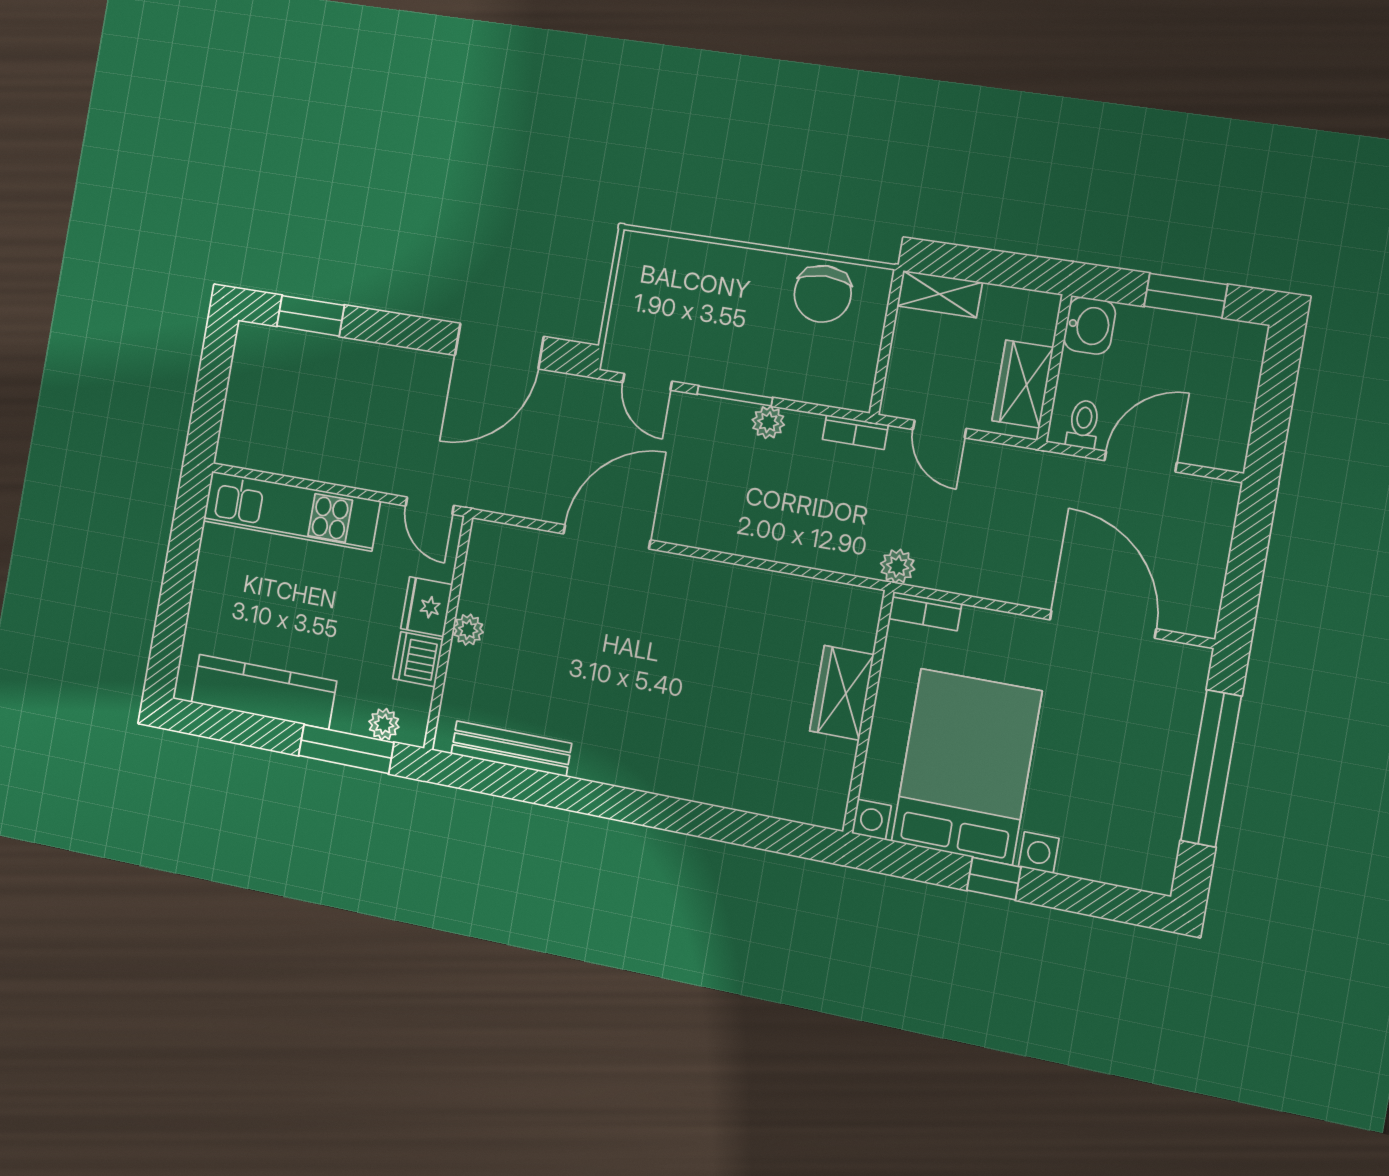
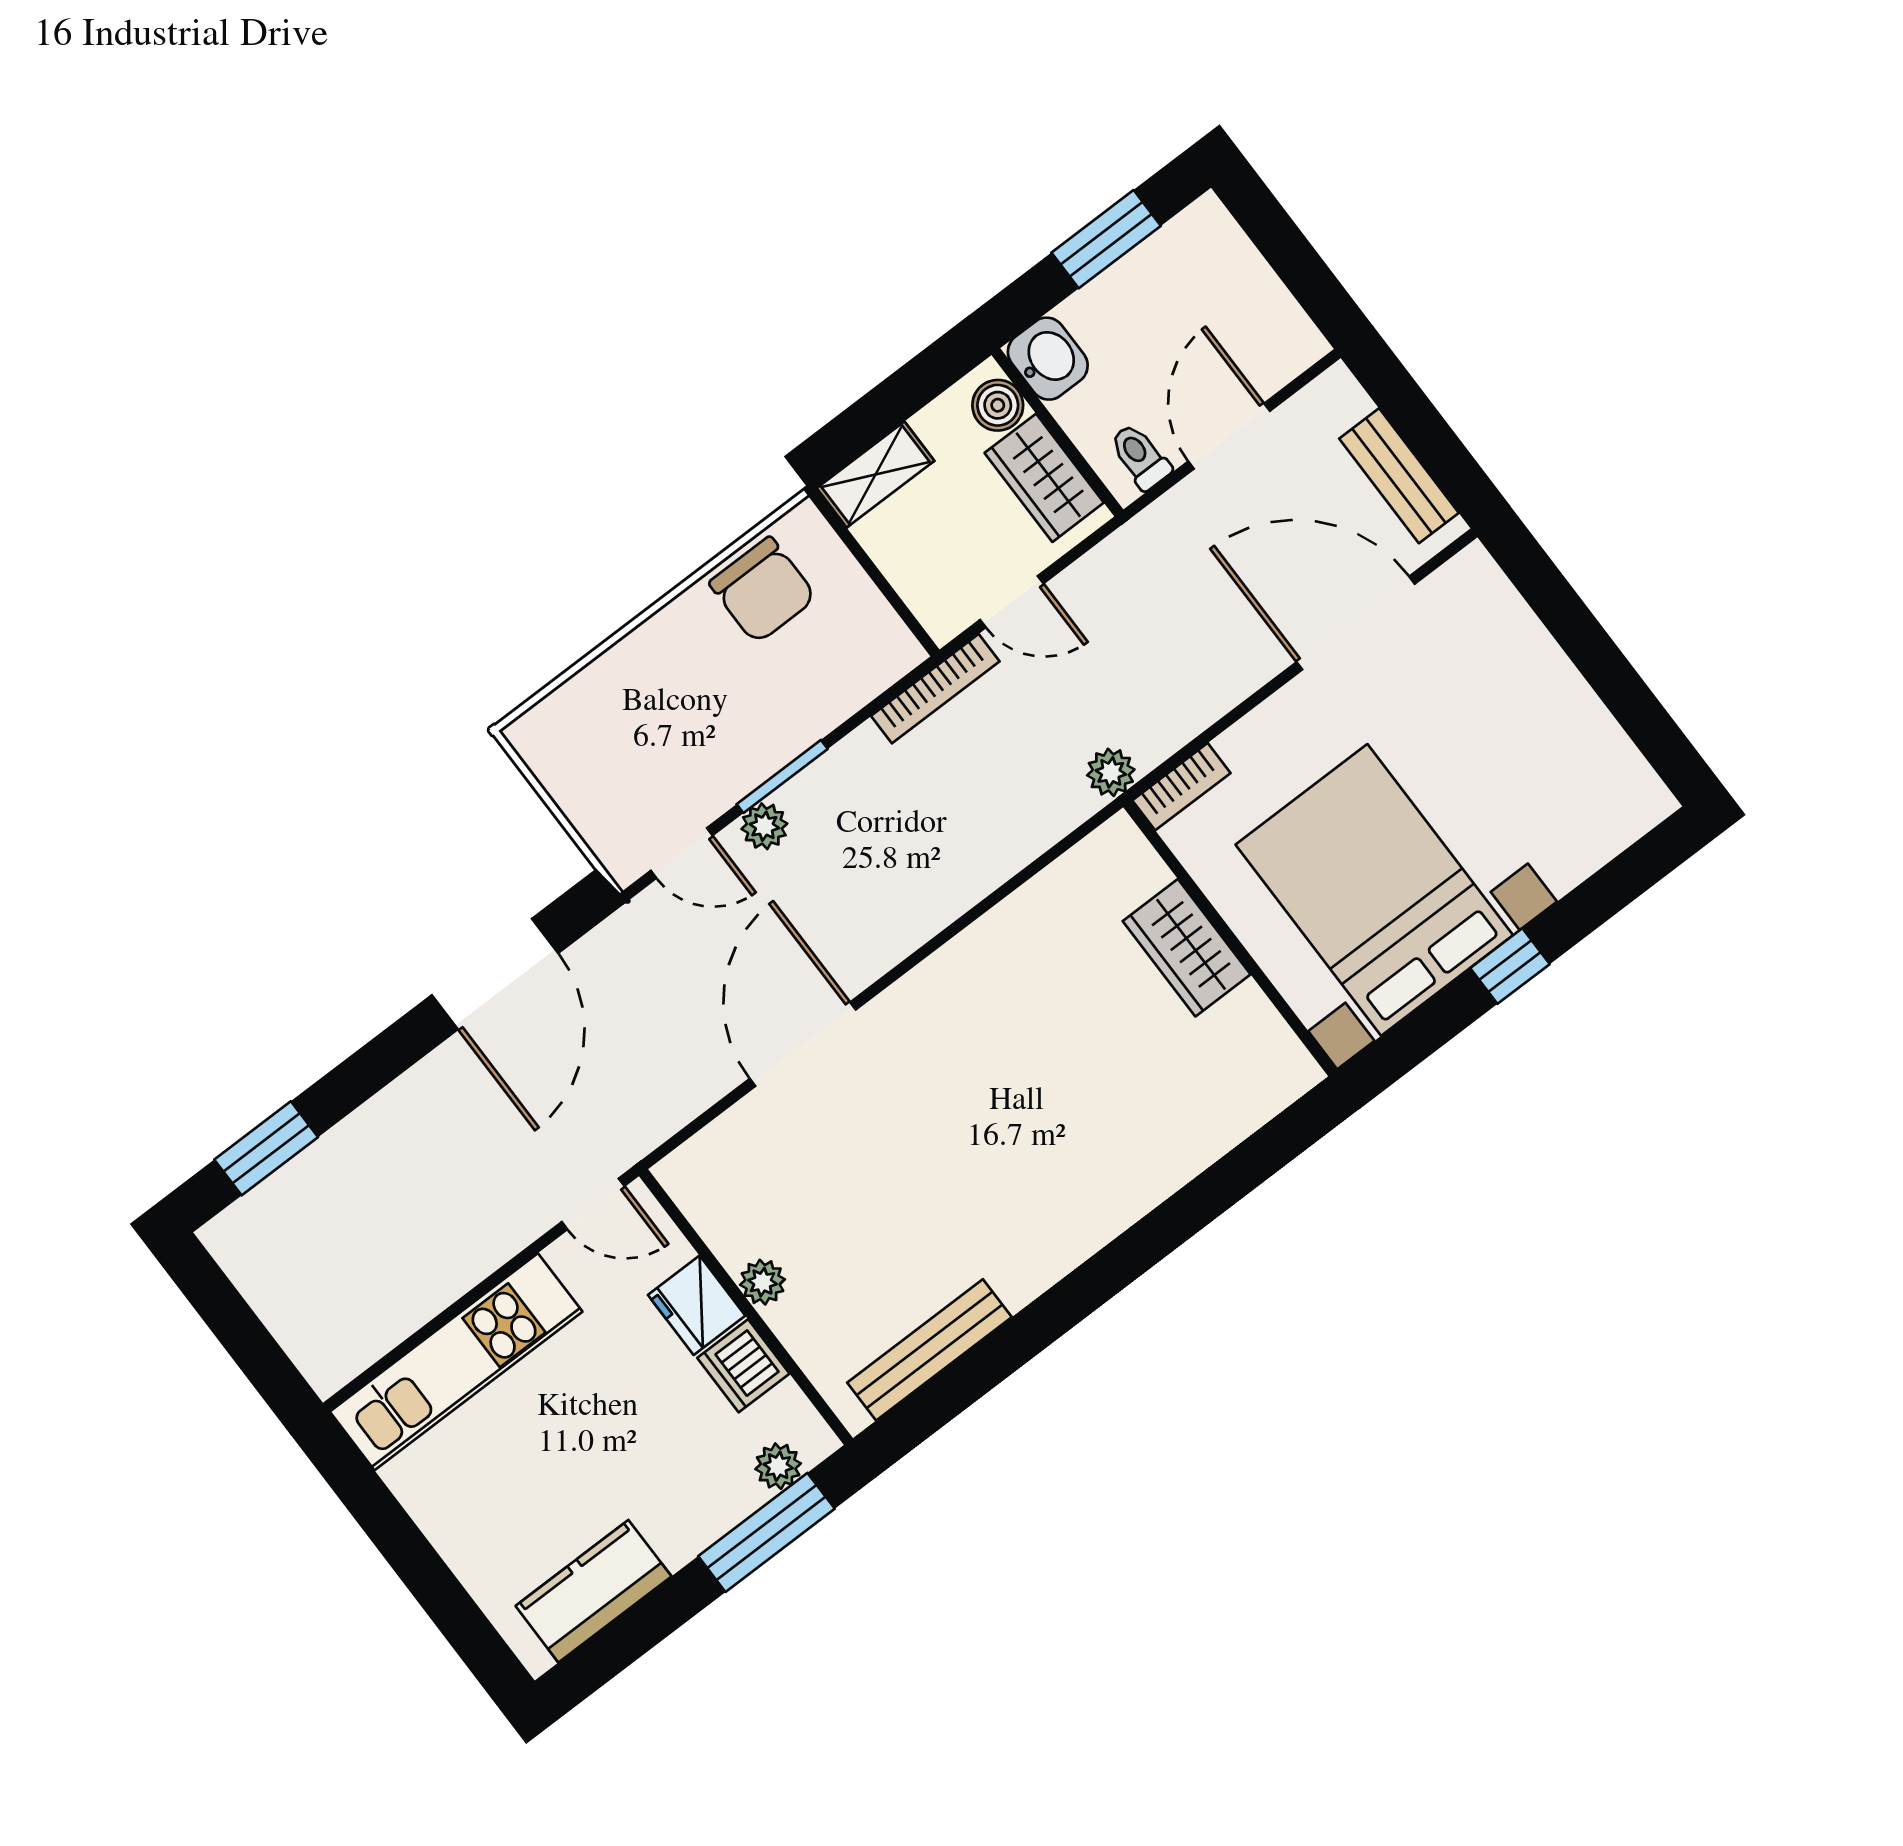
boiler: (1039, 323) -> (998, 405), added
plant: (768, 422) -> (764, 826), moved
bookcase: (855, 432) -> (935, 689), width x1.56
bench: (1207, 574) -> (1399, 476), added
kitchen counter: (264, 692) -> (593, 1591), width x0.67
window: (1211, 768) -> (1592, 650), removed

